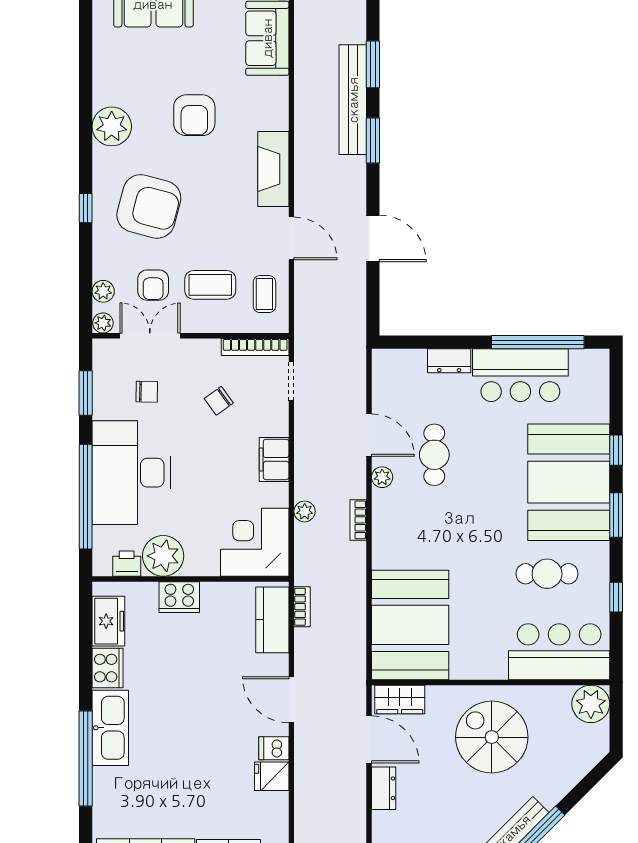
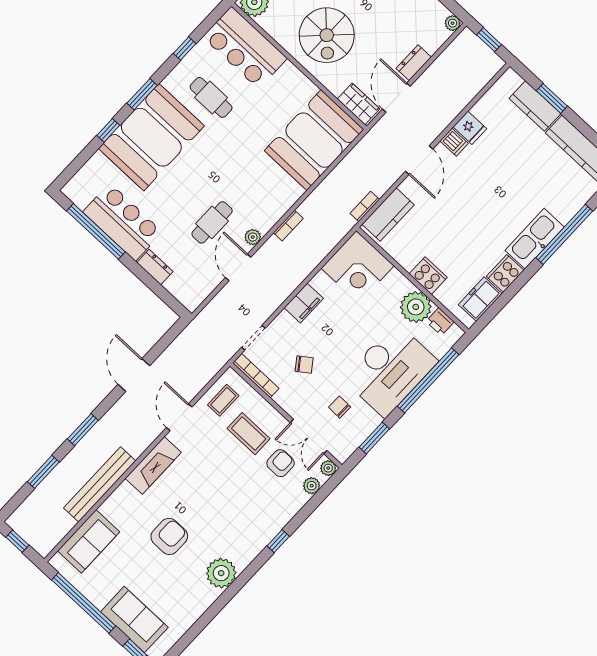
bench: (353, 100) -> (100, 484), moved
armchair: (149, 206) -> (242, 509), removed
plant: (305, 511) -> (314, 258), removed

